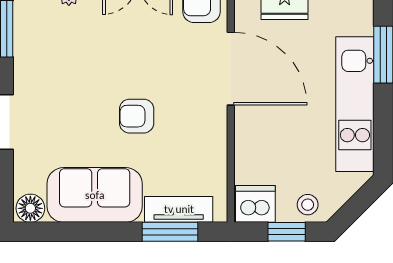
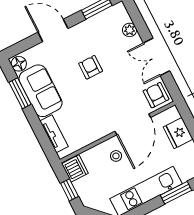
armchair: (137, 116) -> (91, 67), moved
stool: (308, 205) -> (116, 156), moved
window: (170, 232) -> (20, 93), moved

